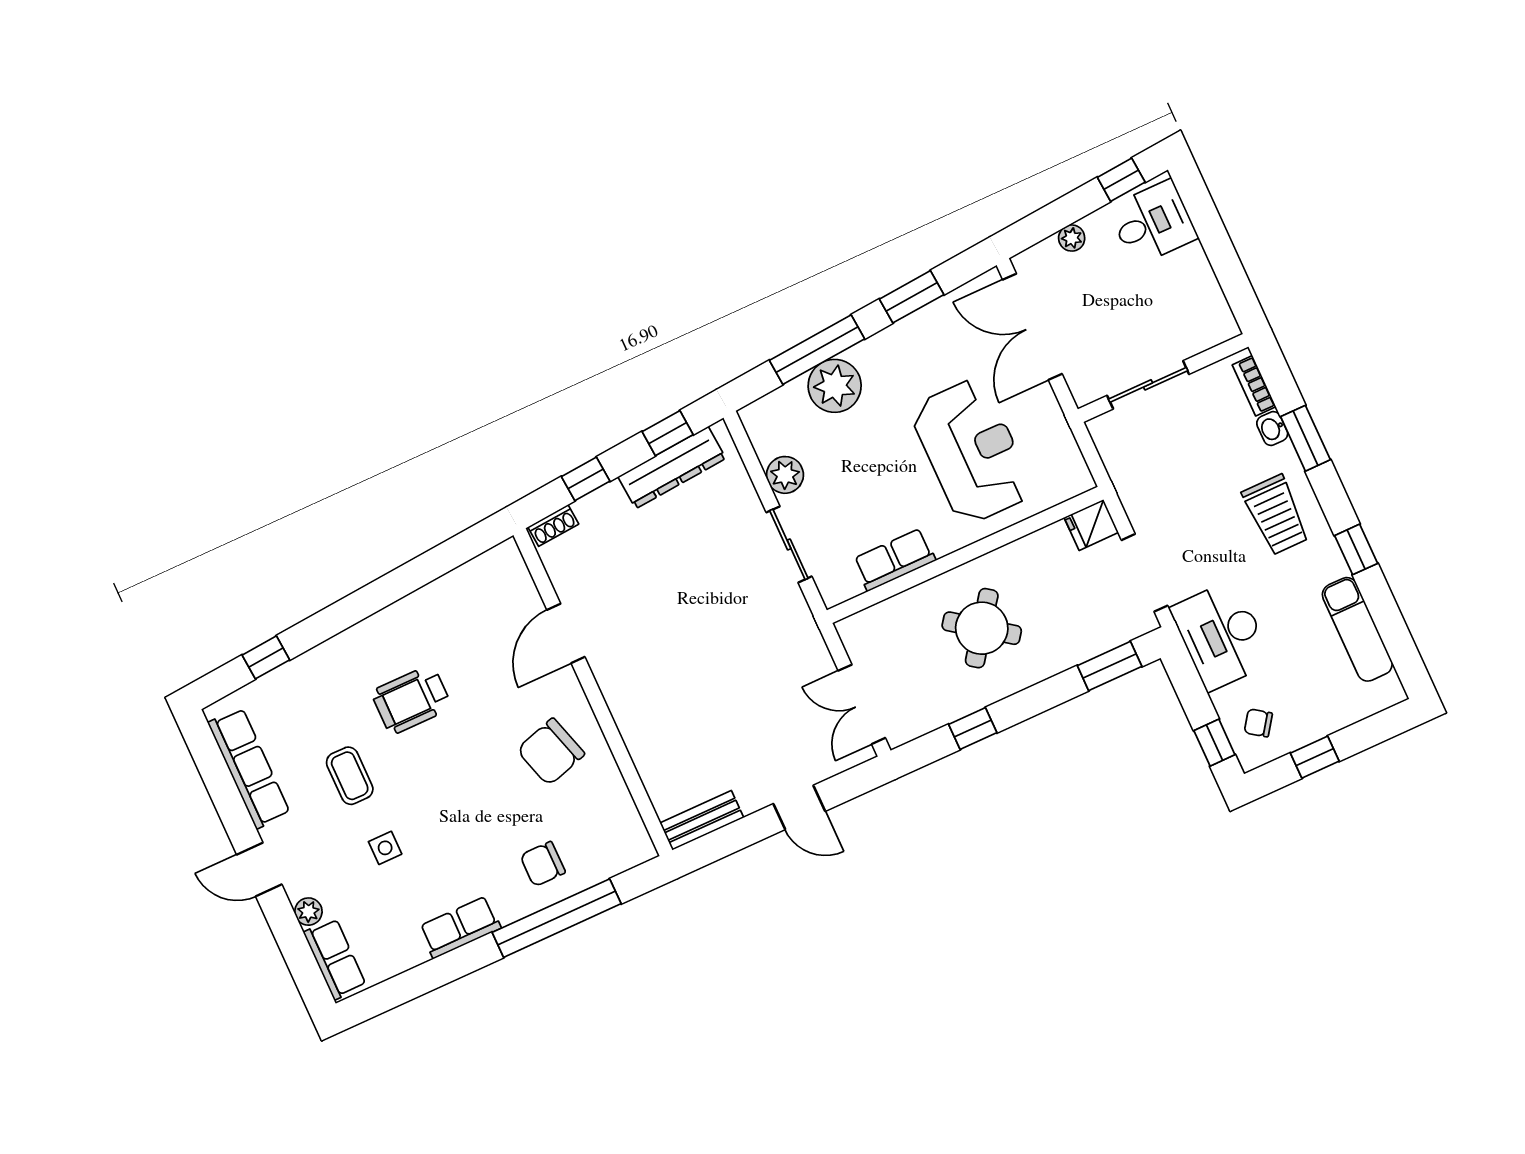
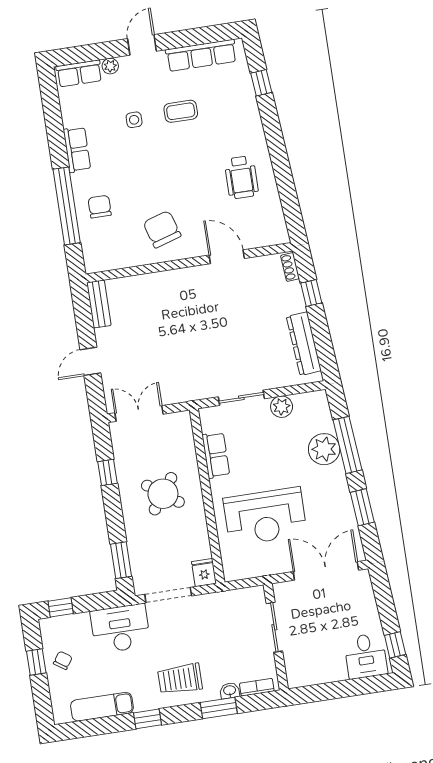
plant: (1072, 238) -> (370, 607), removed
window: (668, 433) -> (324, 347), removed
wheelchair: (411, 700) -> (241, 177), moved, turned 180
chair: (1258, 723) -> (63, 660), moved

